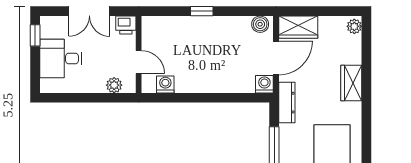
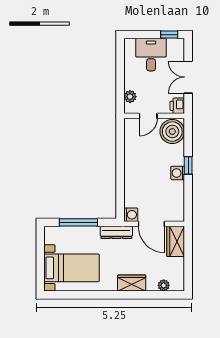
boiler: (260, 24) -> (172, 132), moved, width x1.86, depth x1.86
plant: (354, 26) -> (164, 285), moved
washing machine: (165, 84) -> (178, 173), moved, turned 180

